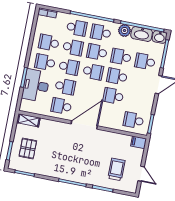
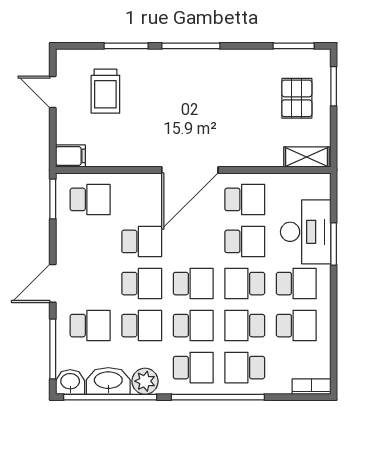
school desk: (93, 72) -> (193, 284), turned 180
school desk: (65, 87) -> (245, 241), turned 180

